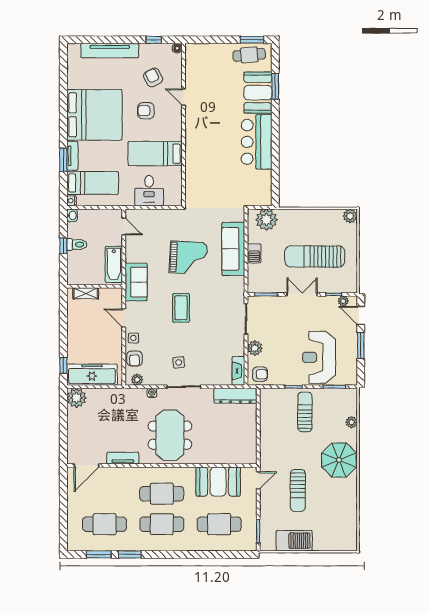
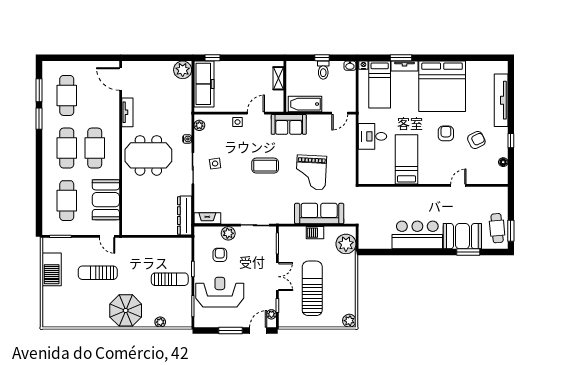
door: (184, 97) -> (458, 185), moved
wall: (184, 125) -> (433, 185), moved
bed: (155, 154) -> (406, 159), moved
armchair: (134, 359) -> (219, 123), removed
armchair: (260, 374) -> (220, 255), moved, turned 180

